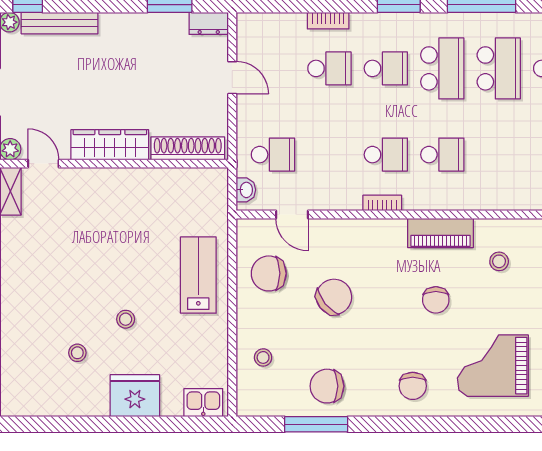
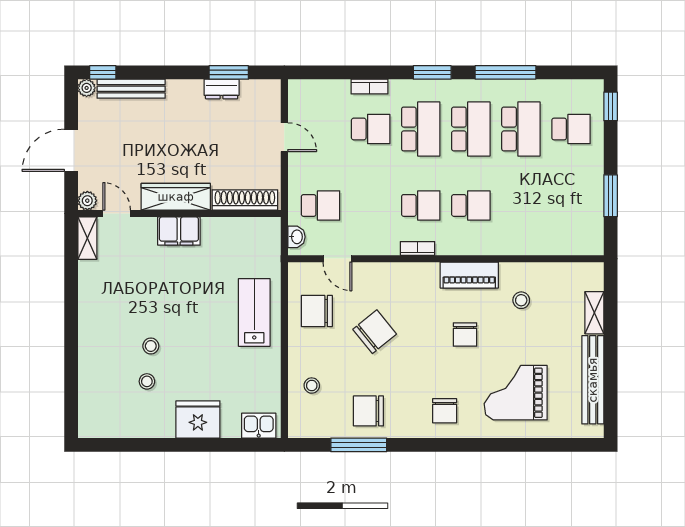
dresser: (209, 23) -> (222, 89), moved
school desk: (386, 68) -> (421, 129), width x1.85
filing cabinet: (113, 183) -> (179, 231), added
stool: (126, 319) -> (151, 346), moved

